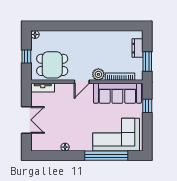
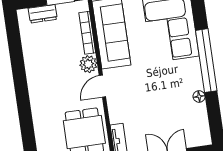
door: (82, 82) -> (102, 86), swing flipped
window: (106, 156) -> (206, 61), moved

